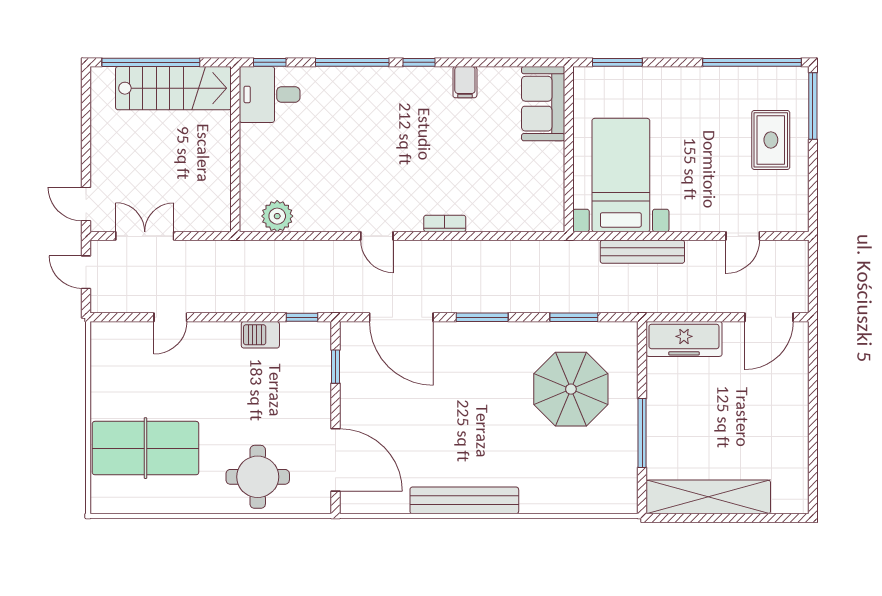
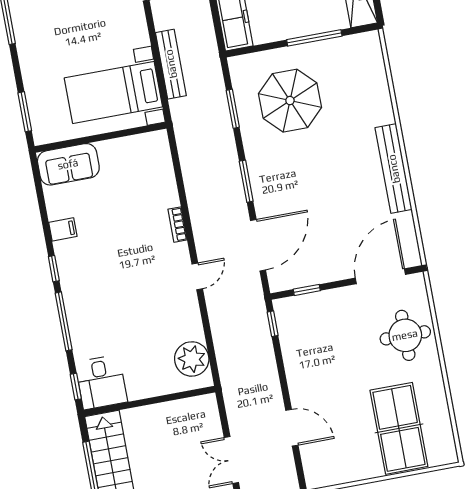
plant: (277, 216) -> (192, 359), width x1.36, depth x1.36
door: (170, 317) -> (292, 428), width x1.37
barbecue: (260, 335) -> (293, 354), removed

